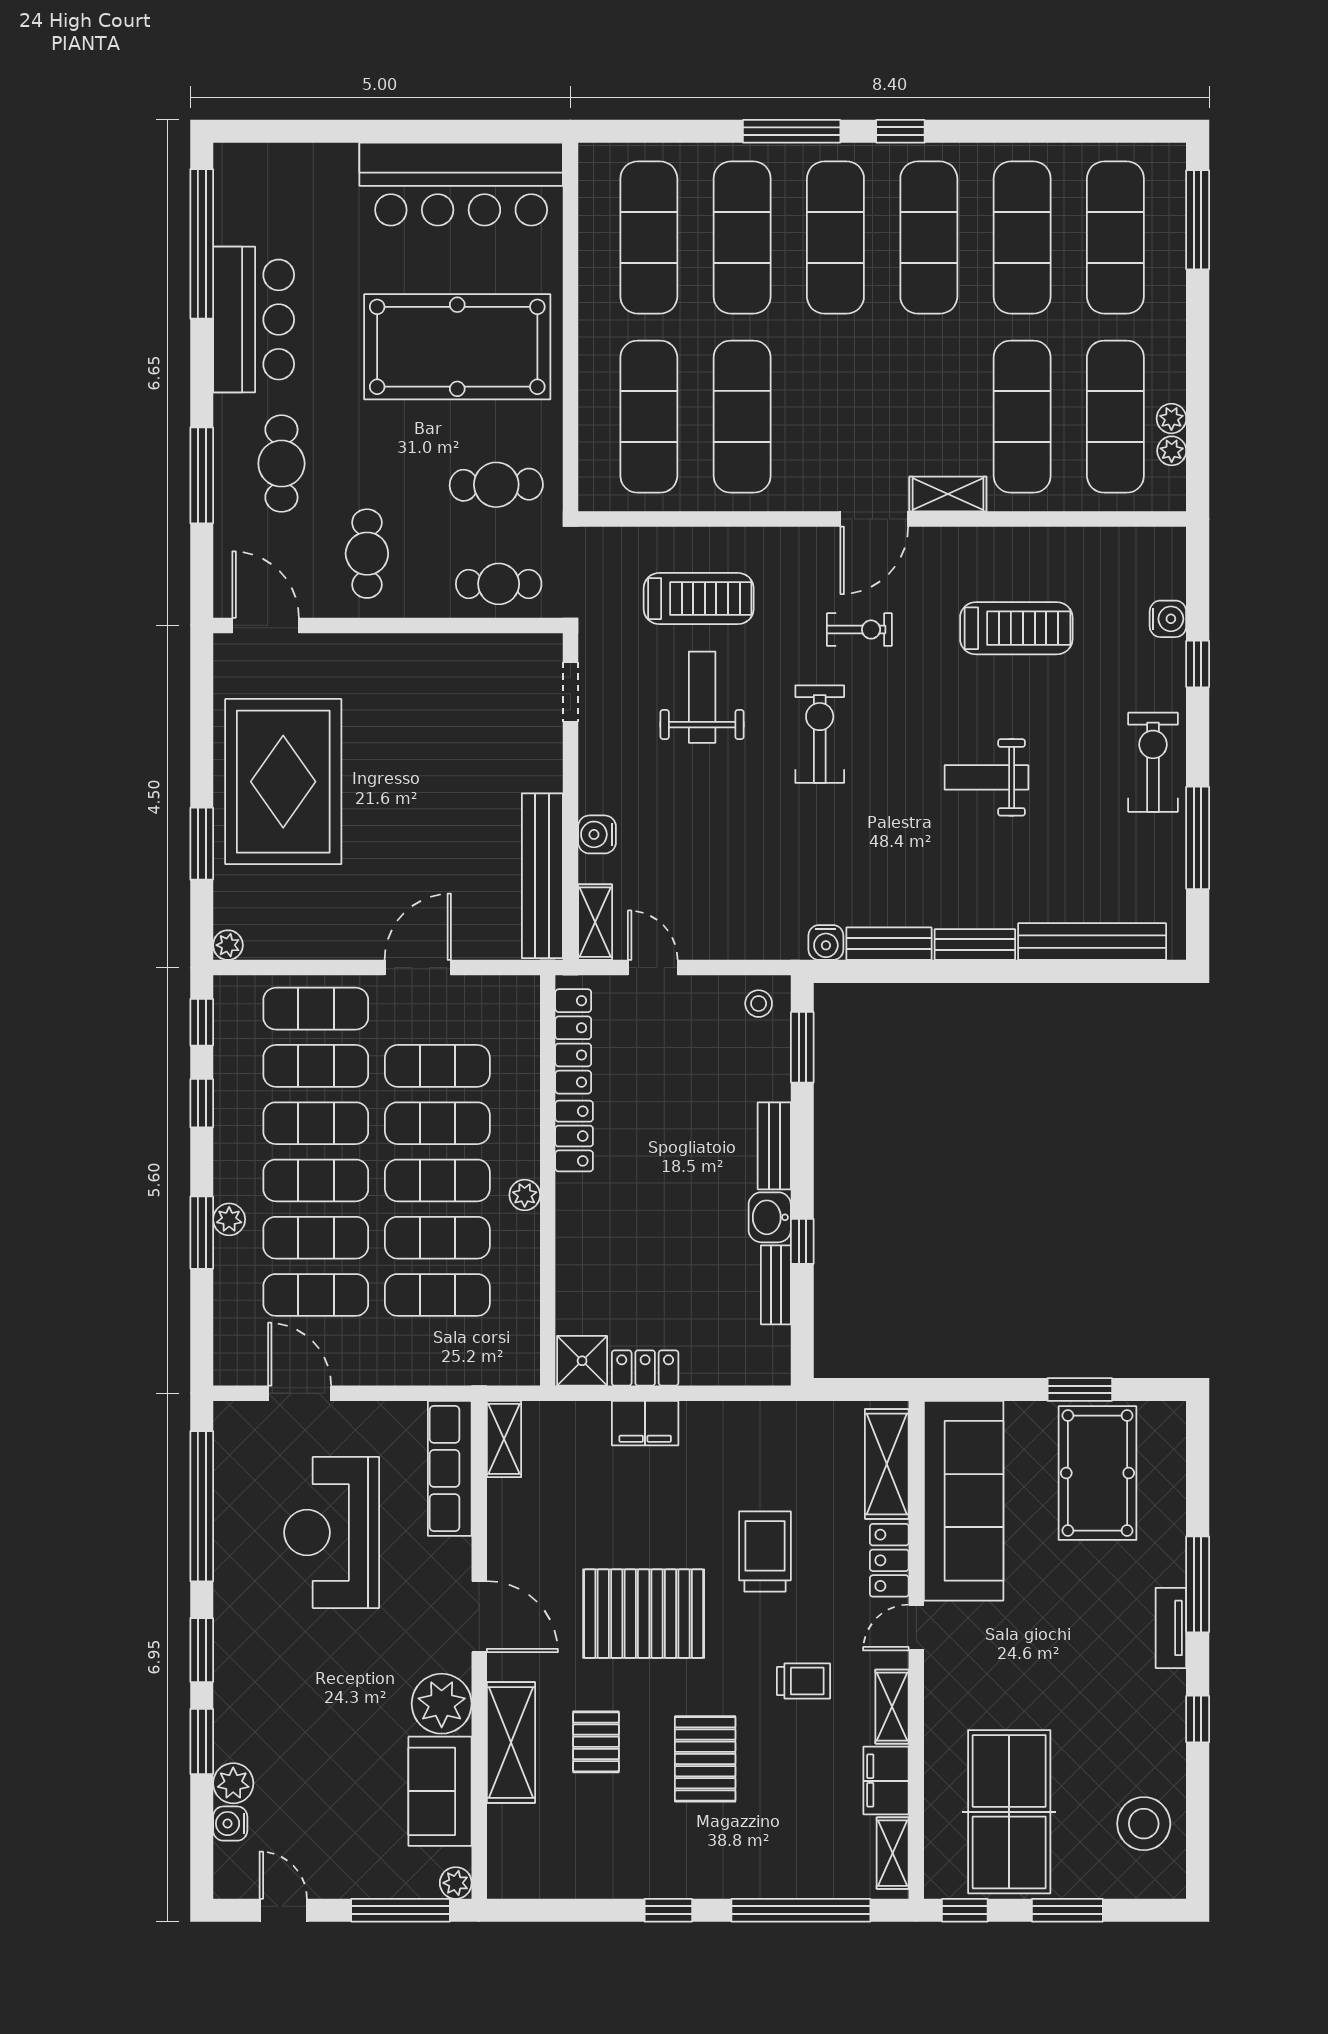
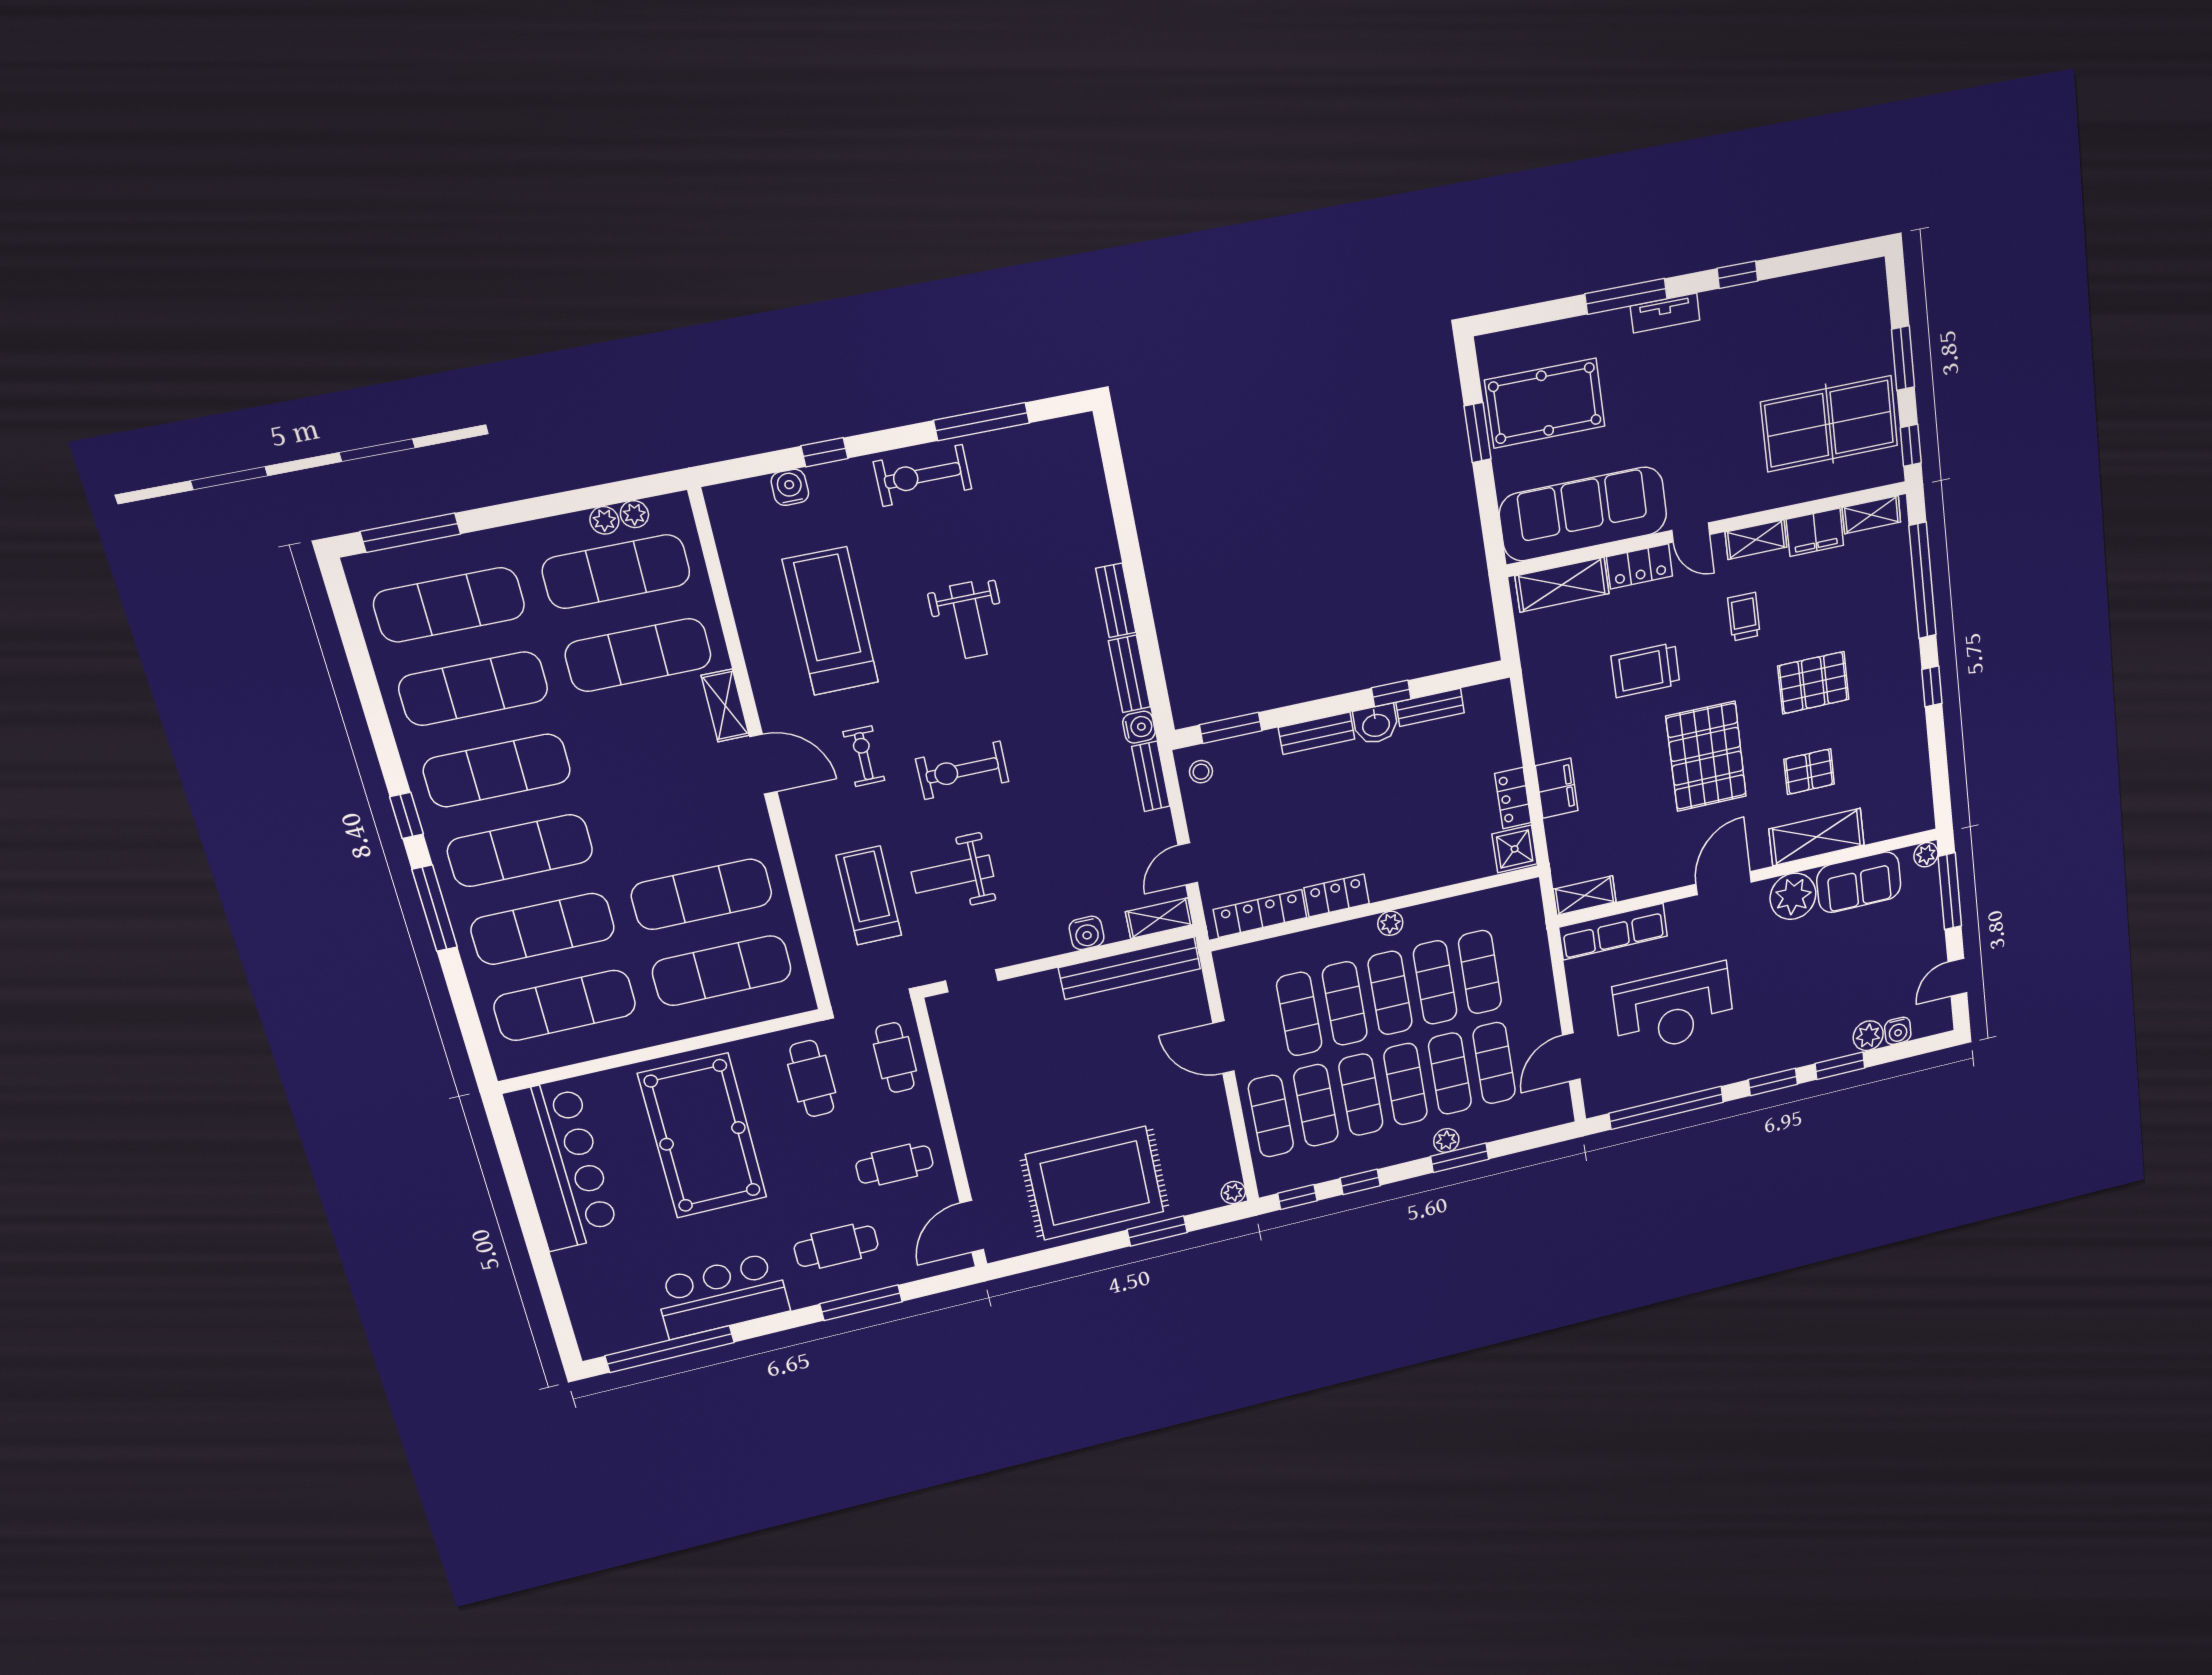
treadmill: (1016, 628) -> (831, 621), width x1.37, depth x1.38
bench: (1092, 942) -> (1151, 776), moved, width x0.54, depth x0.82
stool: (1144, 1824) -> (1828, 306), removed

